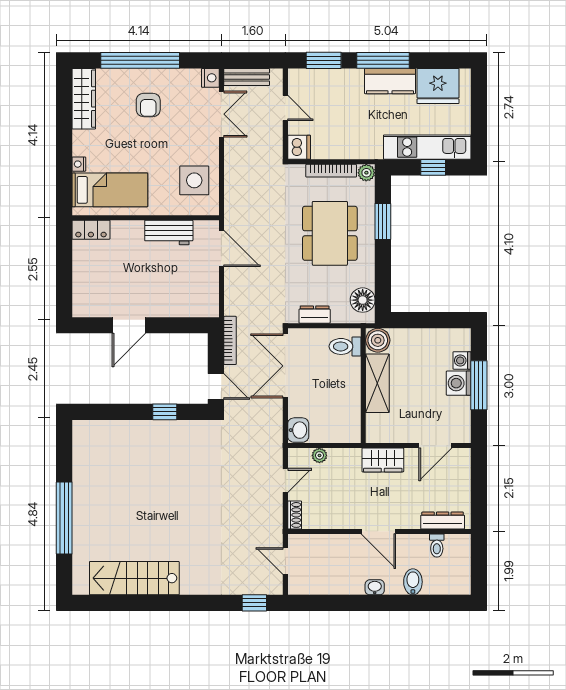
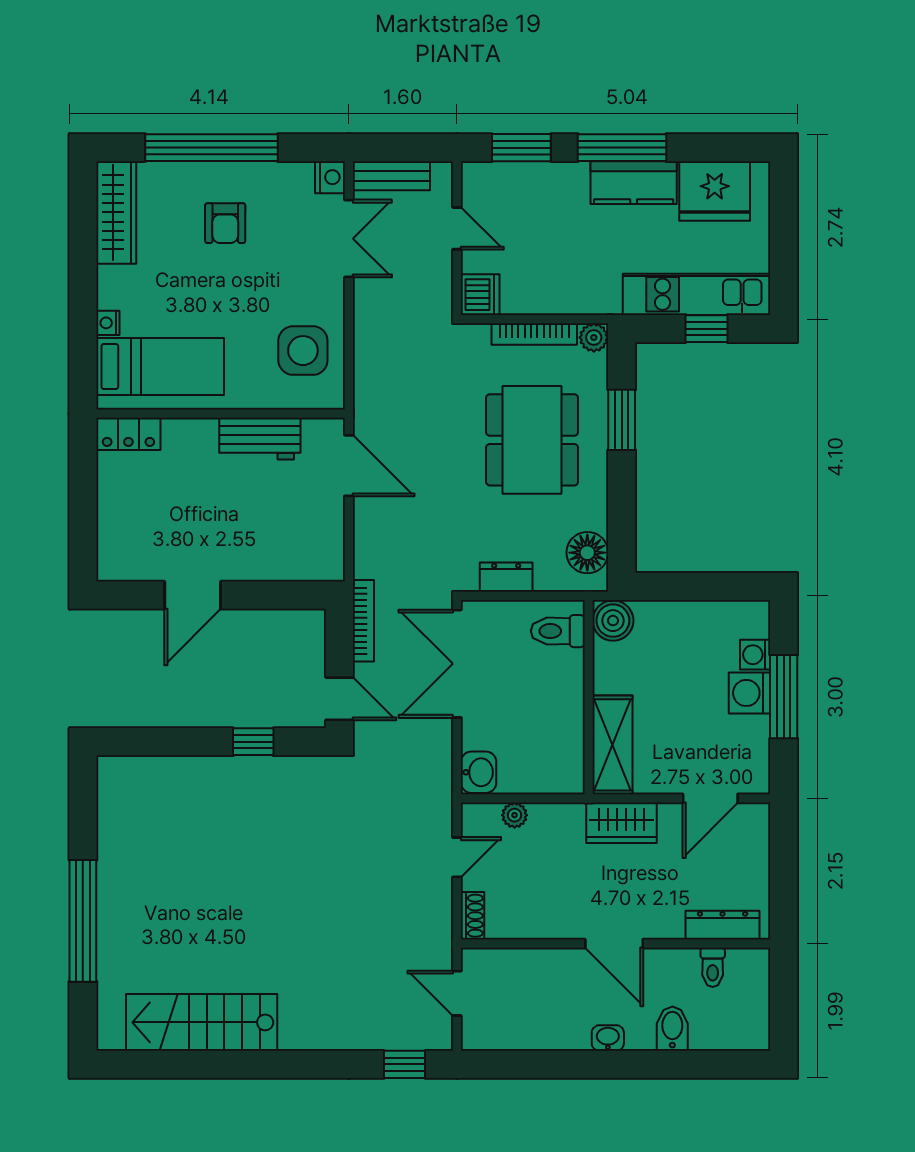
shelving: (377, 383) -> (612, 745), moved

